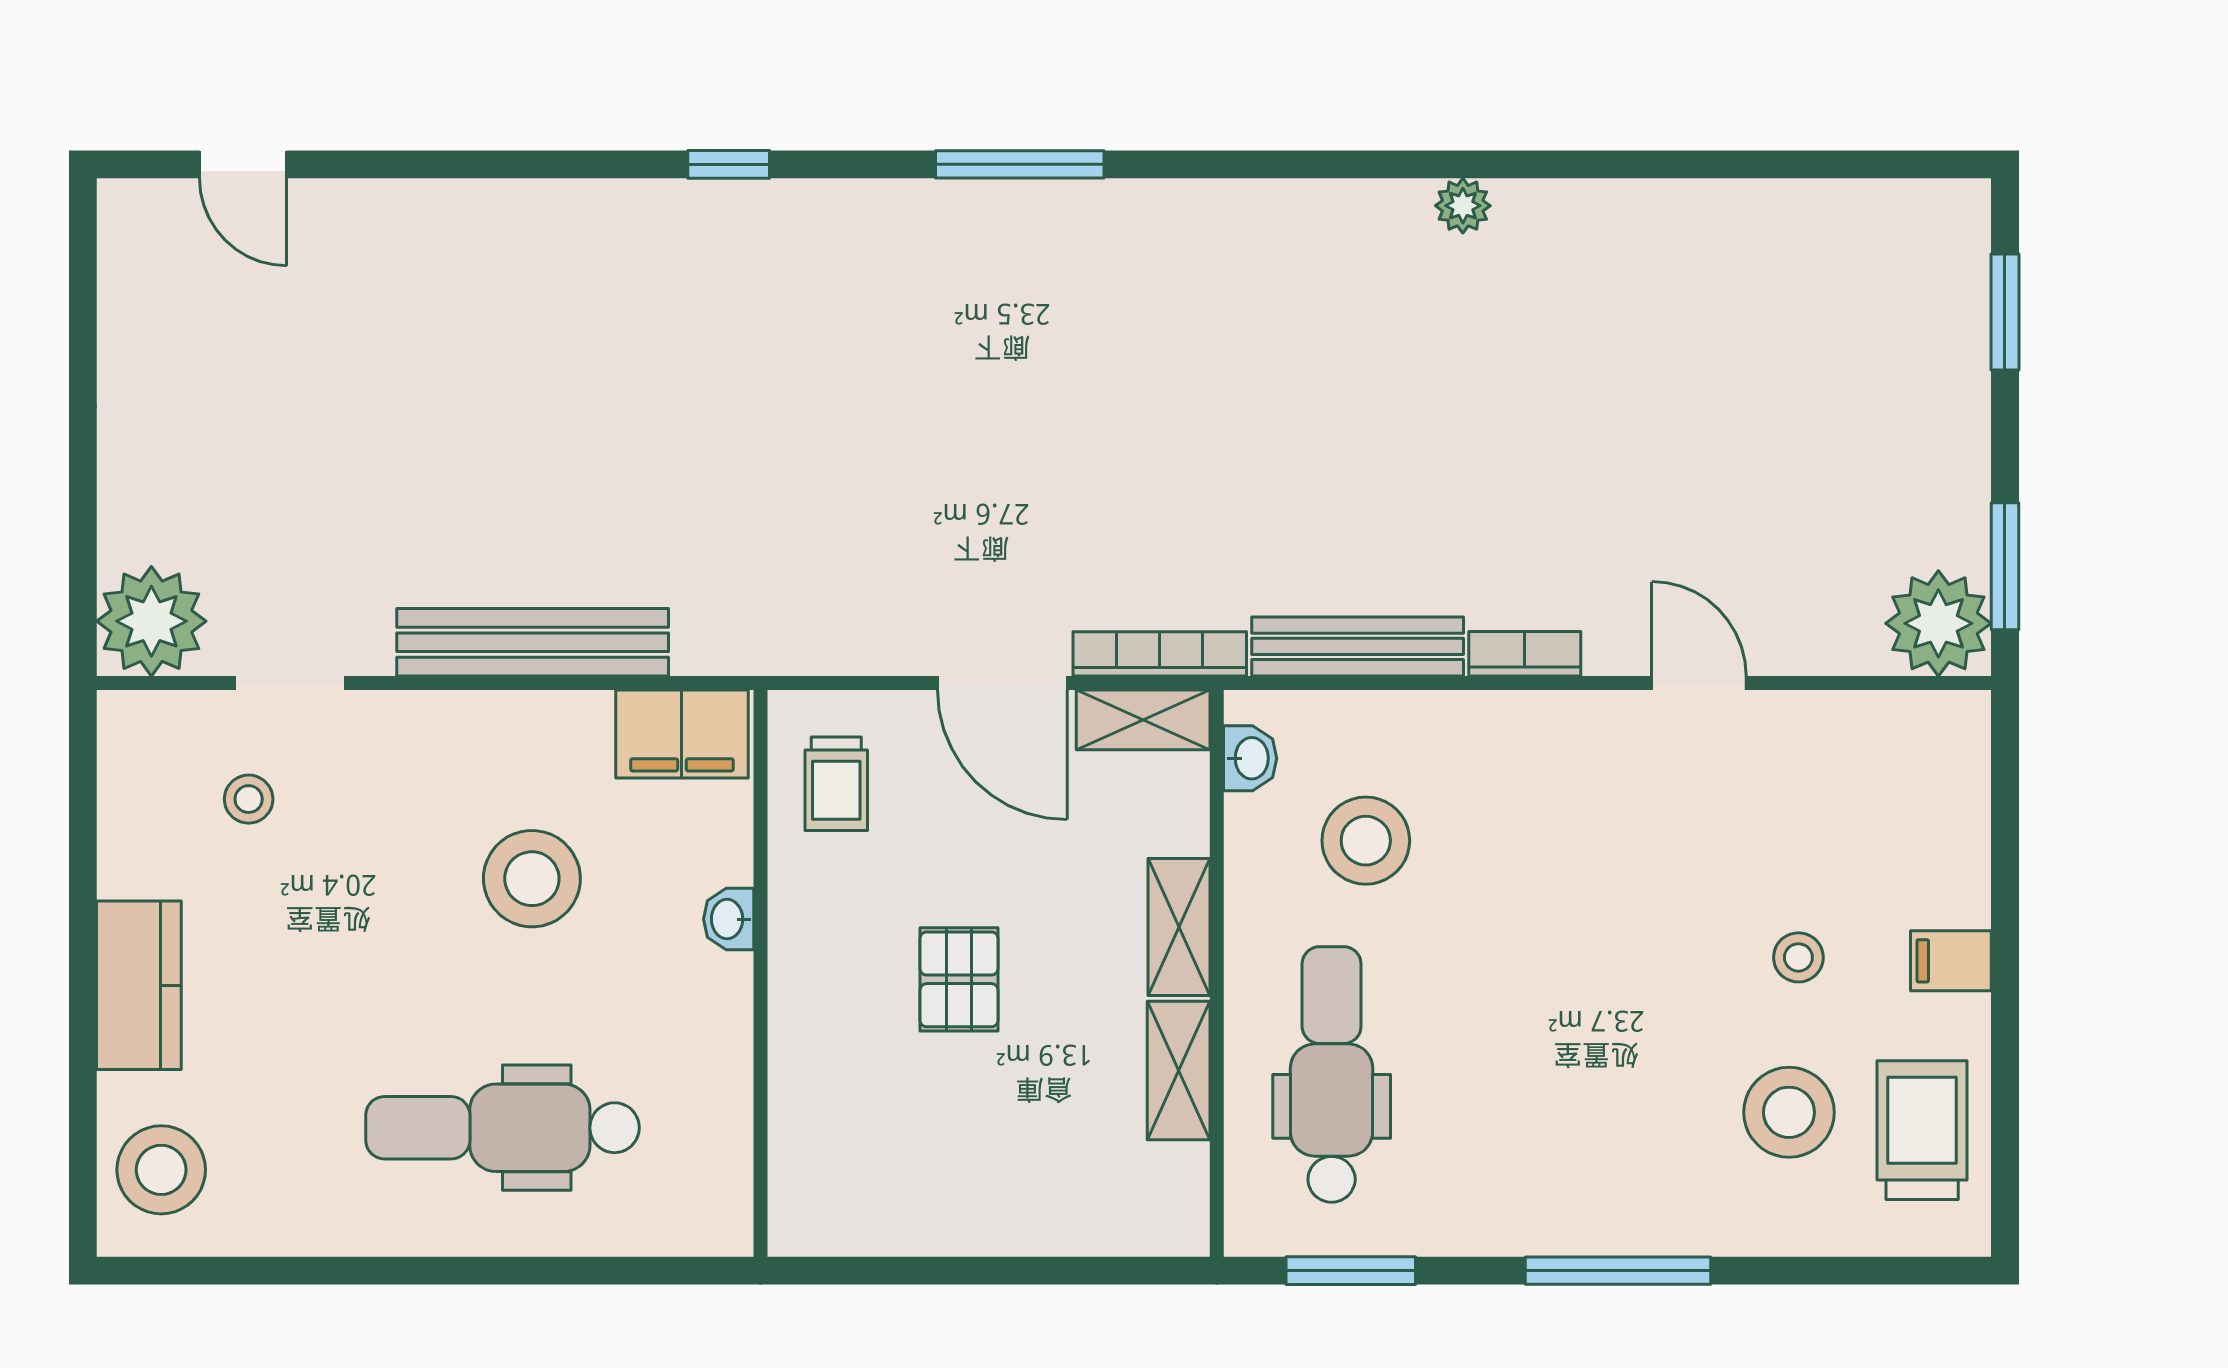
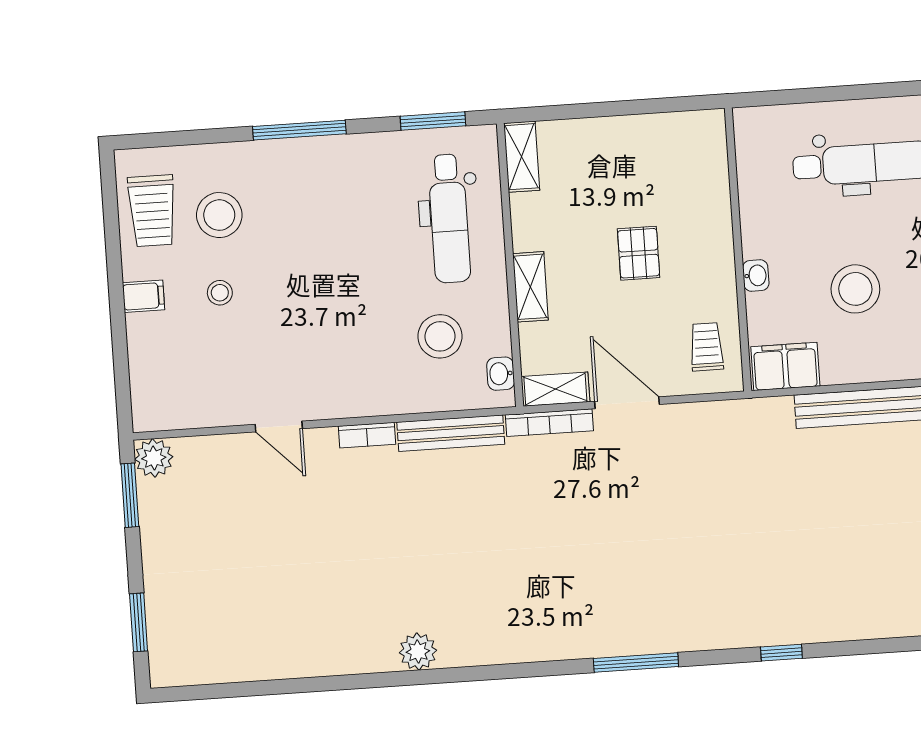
plant: (1463, 206) -> (418, 651), width x1.38, depth x1.38
plant: (1938, 623) -> (154, 458), width x0.73, depth x0.73
shelving: (1179, 1071) -> (522, 157), moved

